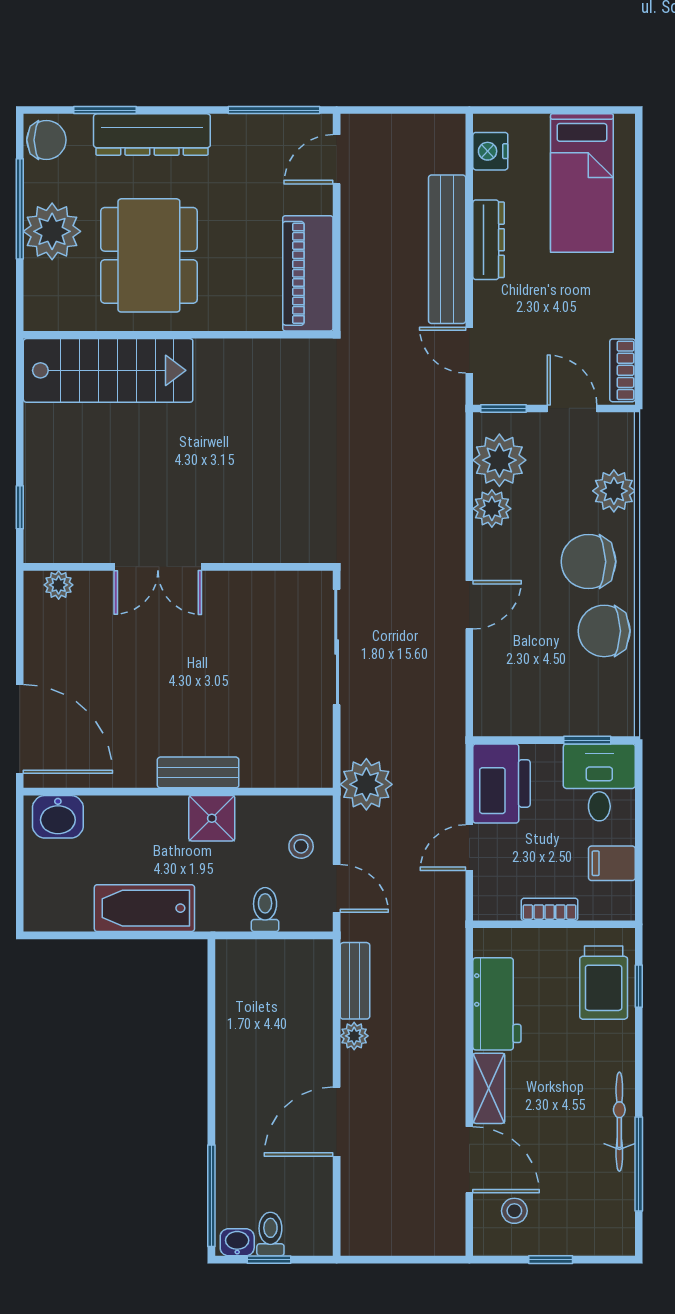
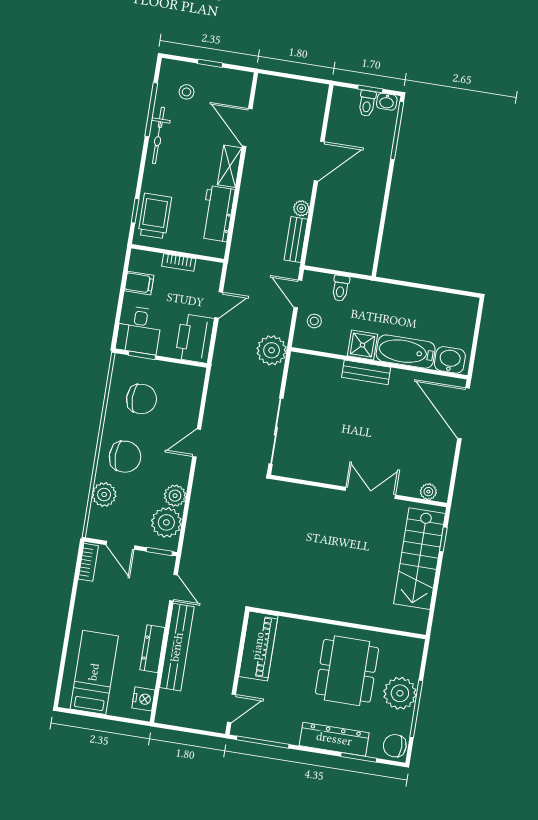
stairs: (108, 370) -> (419, 559), moved, turned -90
chair: (604, 631) -> (142, 399), moved
bathtub: (144, 908) -> (406, 352), moved, turned 180
stool: (514, 1211) -> (187, 92), moved

